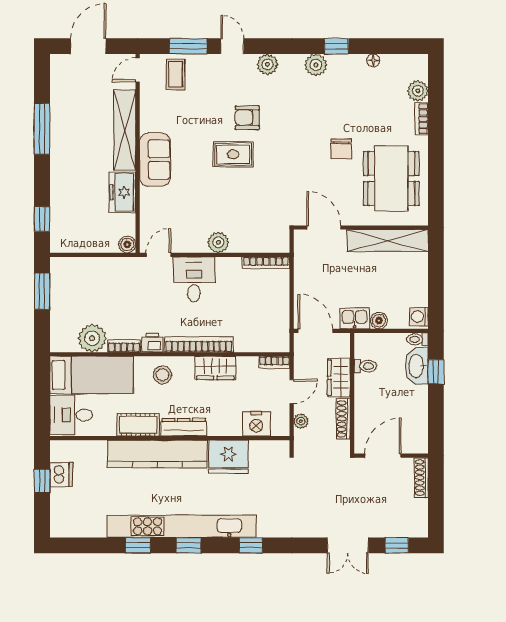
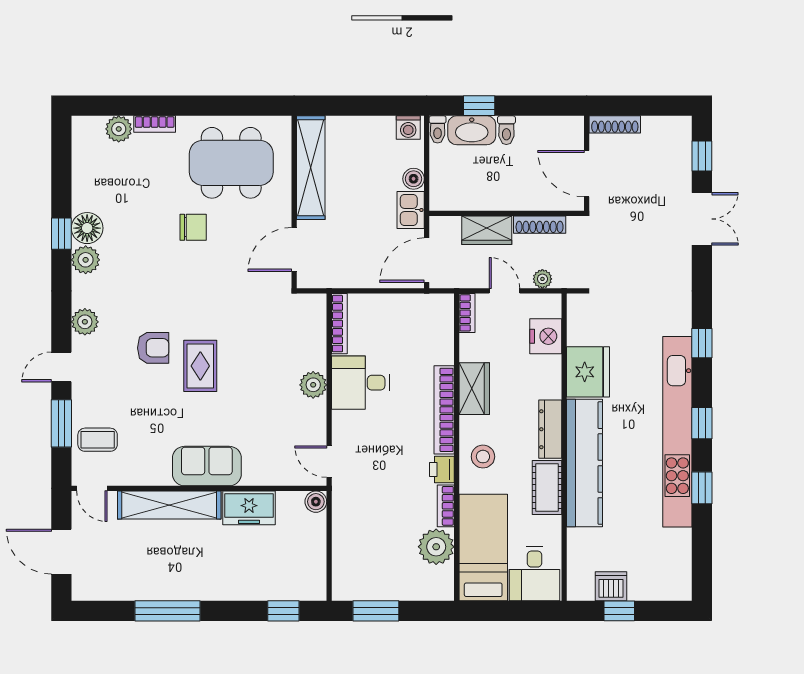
floor lamp: (373, 60) -> (87, 228), moved, width x1.89, depth x1.89
armchair: (247, 118) -> (153, 348), turned -90
desk: (194, 279) -> (360, 383), moved
toilet: (365, 366) -> (506, 130), moved, turned 180

